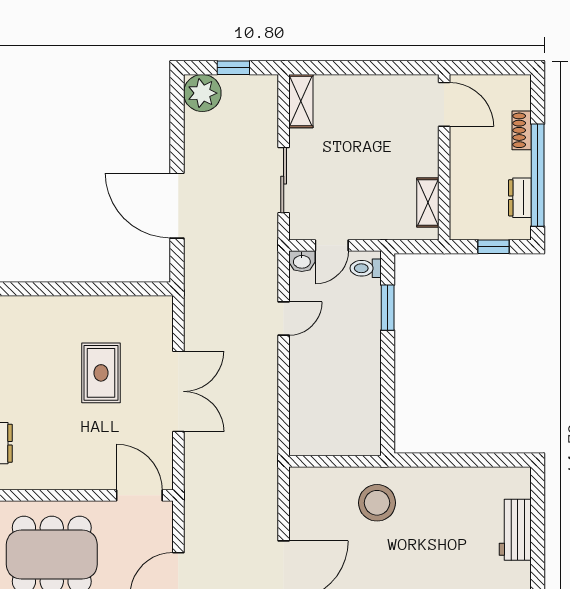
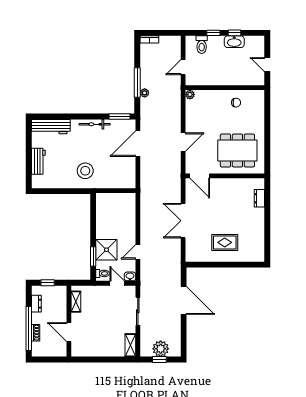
plant: (202, 93) -> (161, 349), moved
door: (444, 104) -> (69, 332), moved
window: (538, 175) -> (29, 328), moved
door: (332, 245) -> (117, 283), hinge flipped
shower: (357, 323) -> (106, 250), added
rug: (101, 373) -> (225, 242), moved, turned 90
stool: (377, 503) -> (85, 171), moved

